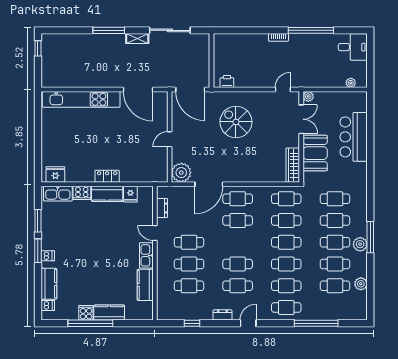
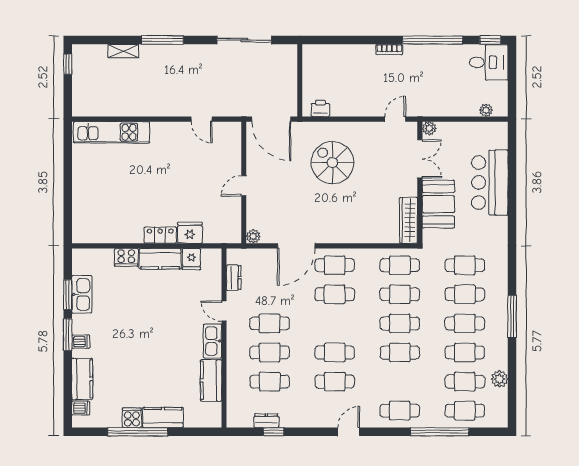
window: (354, 30) -> (490, 40), added
shelving: (137, 39) -> (123, 51), moved
door: (138, 89) -> (202, 119), width x0.53
kitchen unit: (81, 99) -> (111, 132), width x0.73
plant: (181, 173) -> (253, 236), width x0.53, depth x0.53
fridge: (55, 174) -> (190, 233), moved
kitchen sink: (58, 194) -> (82, 294), moved, turned -90
plant: (360, 244) -> (498, 326), removed
cafe table: (286, 286) -> (465, 411), moved
dresser: (222, 315) -> (266, 421), moved

